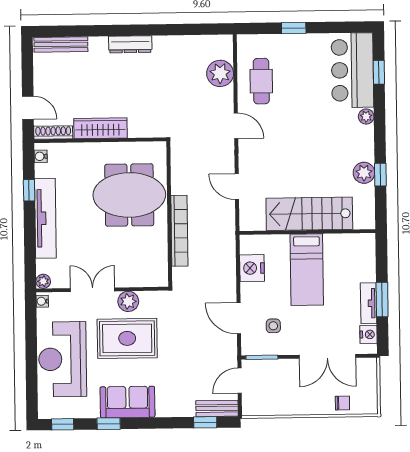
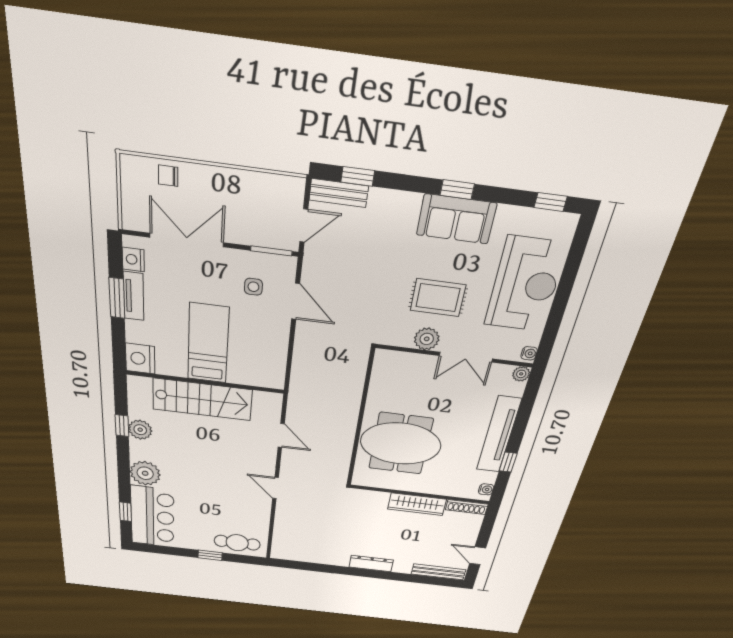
plant: (220, 73) -> (286, 531), removed
cafe table: (261, 81) -> (237, 543), moved, turned 90
door: (28, 108) -> (478, 556), moved
plant: (366, 117) -> (145, 473), width x1.88, depth x1.88
bookcase: (179, 231) -> (352, 403), removed
nightstand: (252, 268) -> (140, 359), moved, turned 180
rug: (127, 338) -> (438, 298), width x0.73, depth x0.70
window: (109, 424) -> (457, 190), moved

